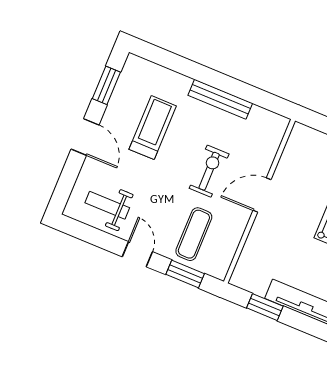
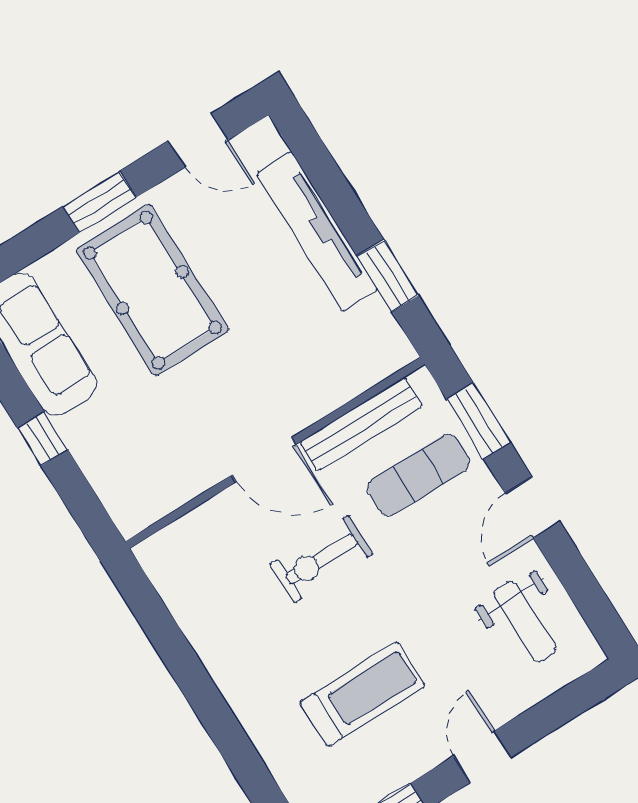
bench: (220, 99) -> (361, 424), moved, turned 90
treadmill: (153, 128) -> (362, 694), turned 180
door: (85, 137) -> (482, 757), width x0.73

